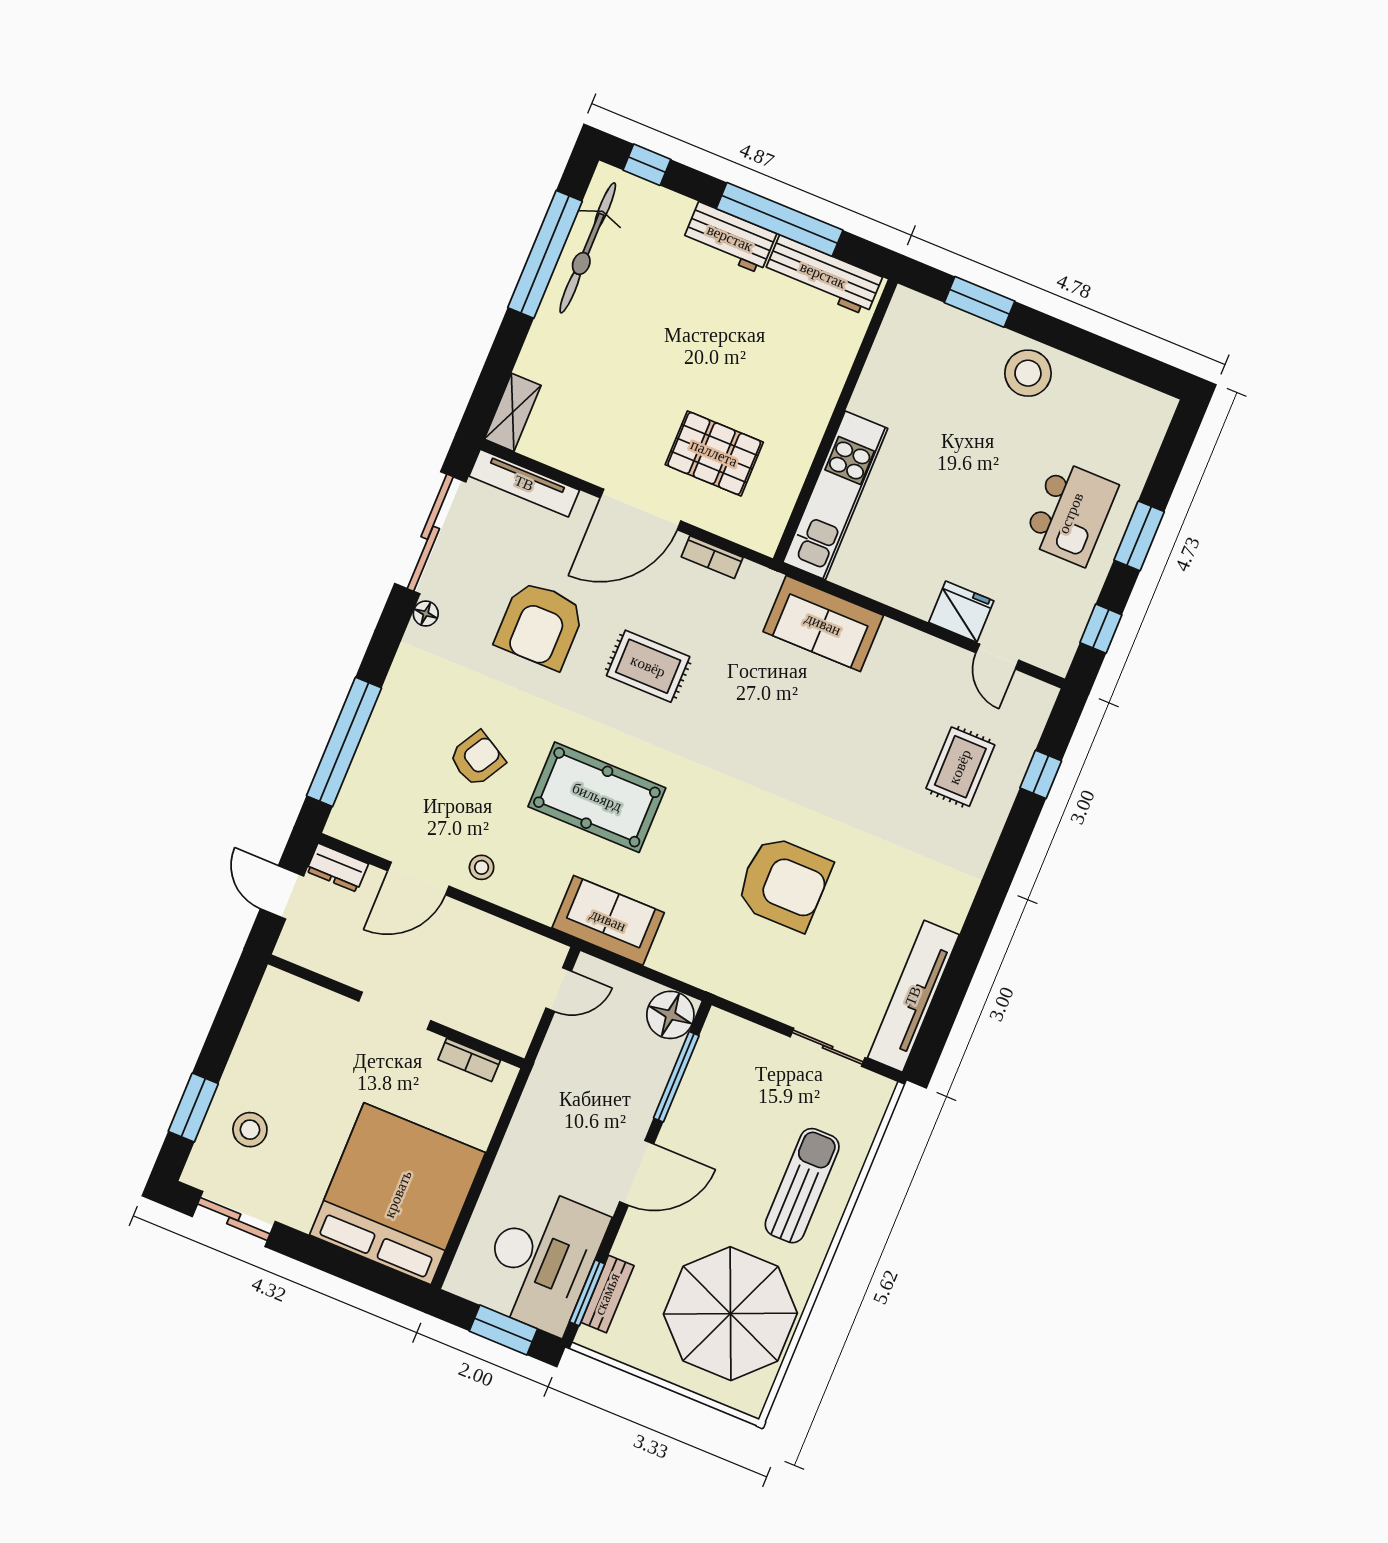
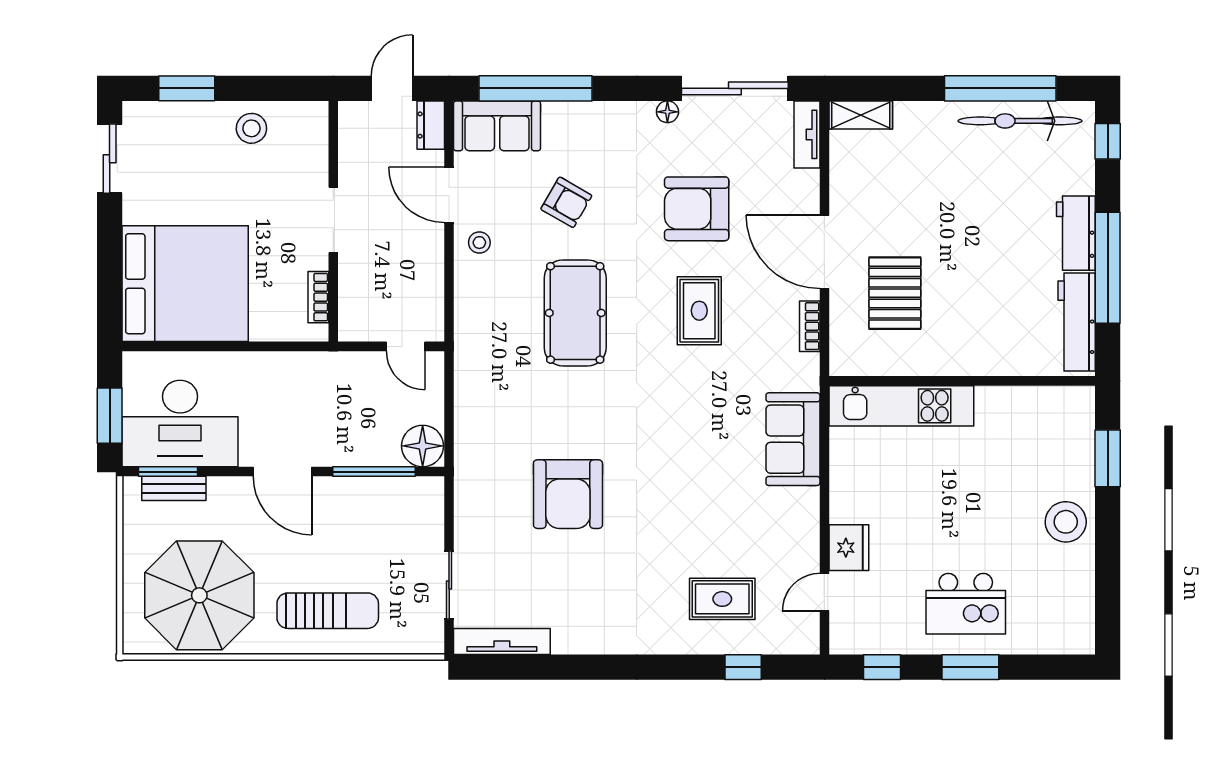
tv unit: (524, 483) -> (807, 134), width x0.71
sofa: (608, 920) -> (497, 126), moved, turned 90
tv unit: (913, 996) -> (502, 642), width x0.73, depth x0.78
stool: (250, 1130) -> (251, 128), moved

